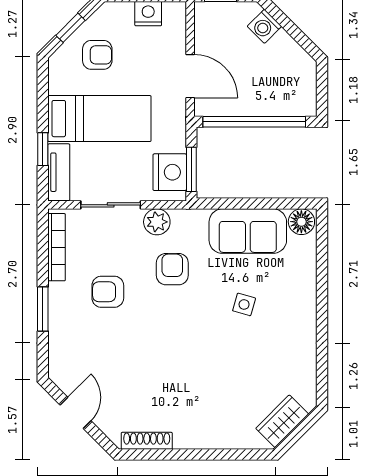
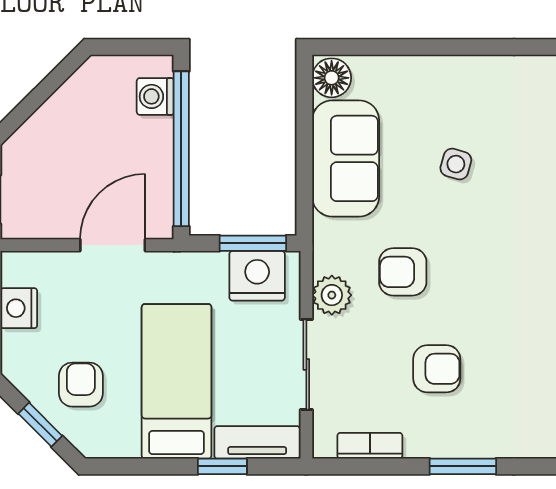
washing machine: (264, 26) -> (155, 96), moved, turned 135
bookcase: (57, 247) -> (370, 446), width x0.64
armchair: (108, 292) -> (437, 369), turned -90

